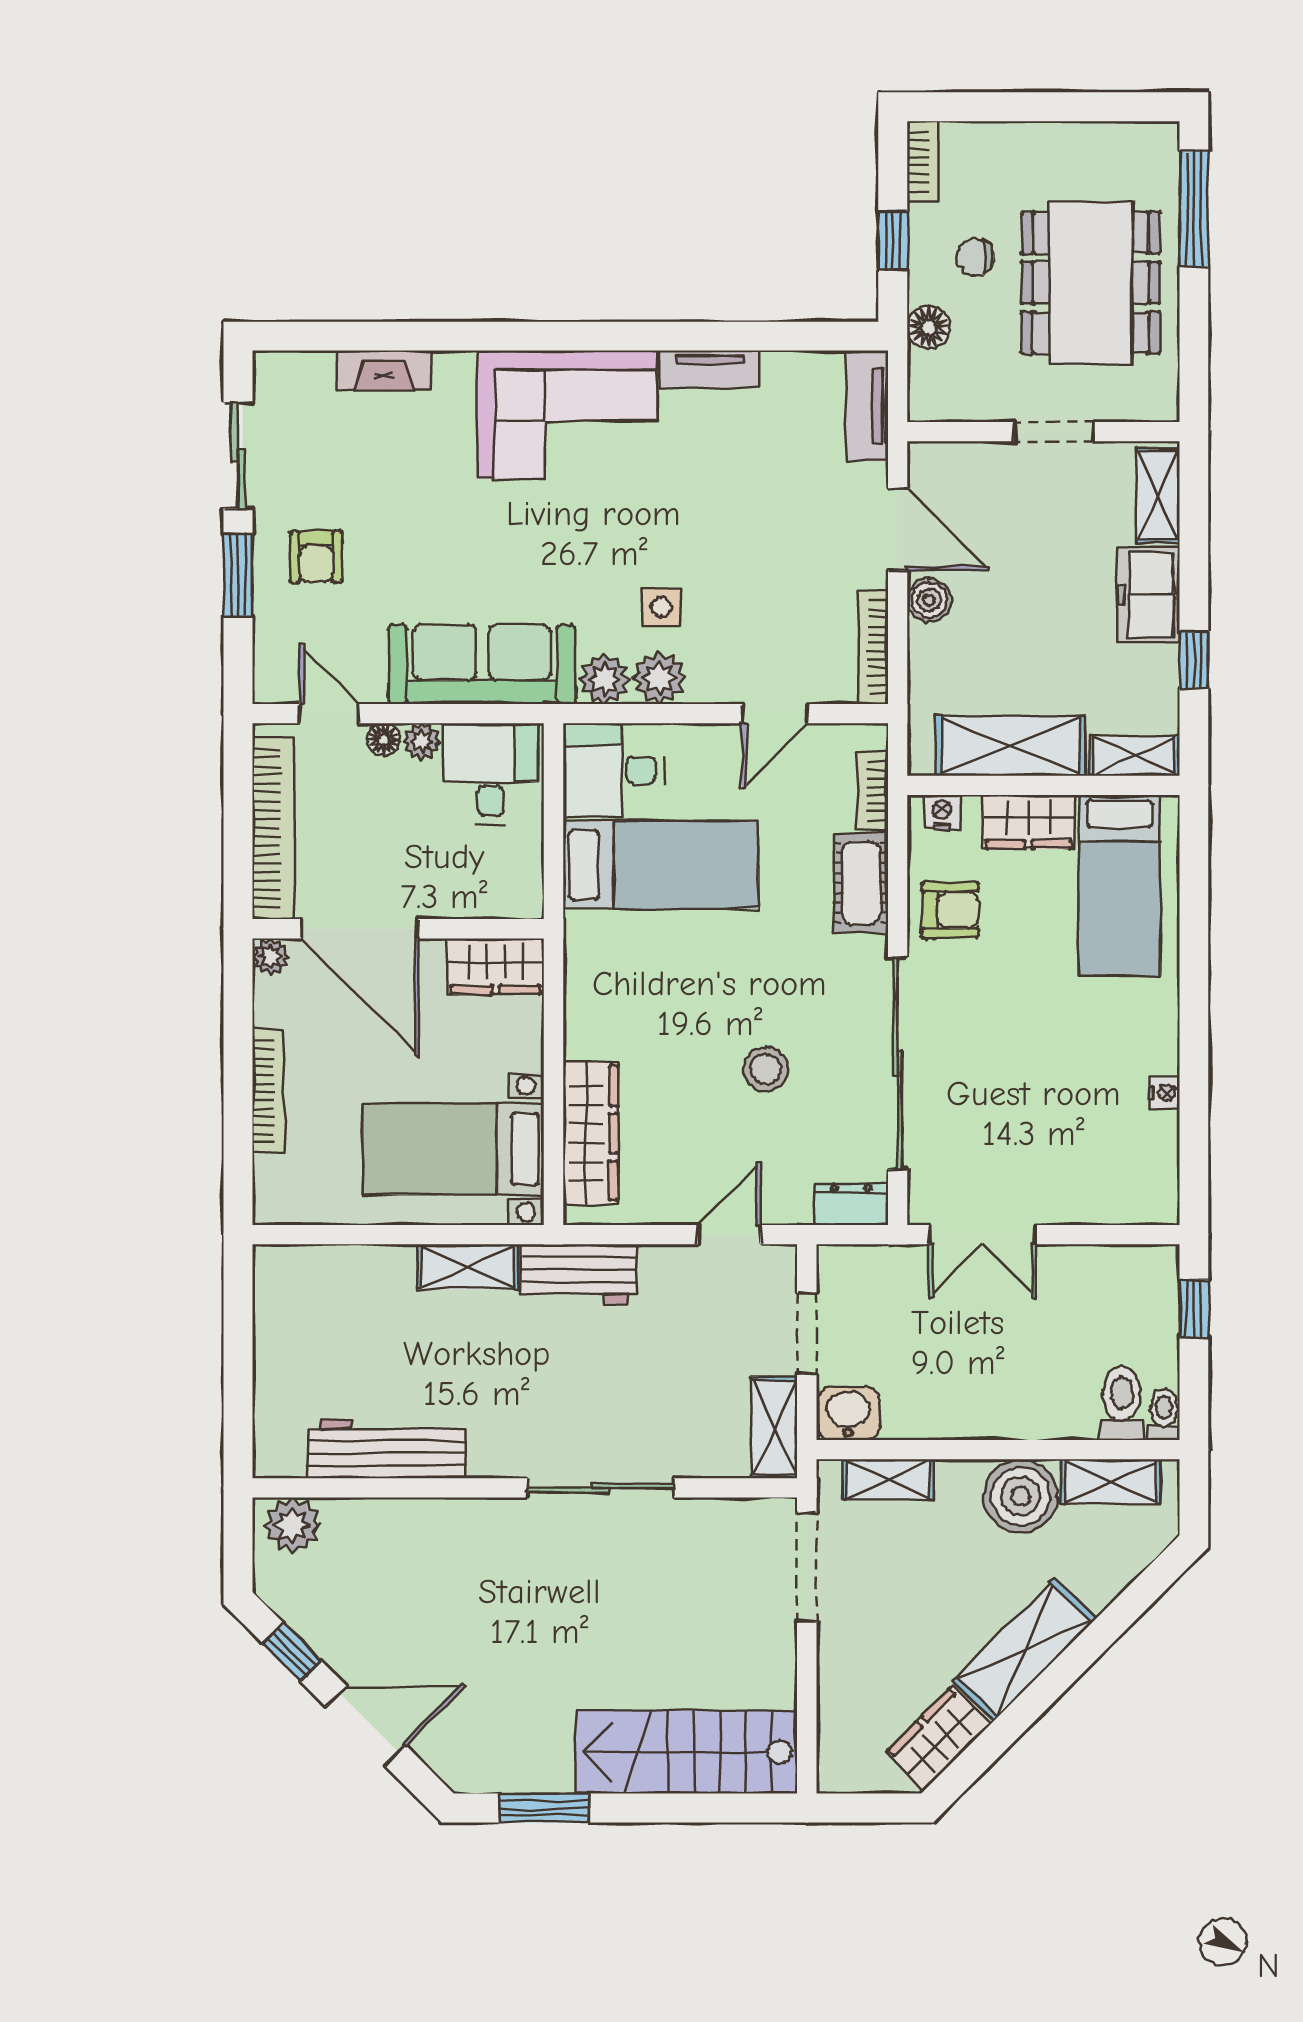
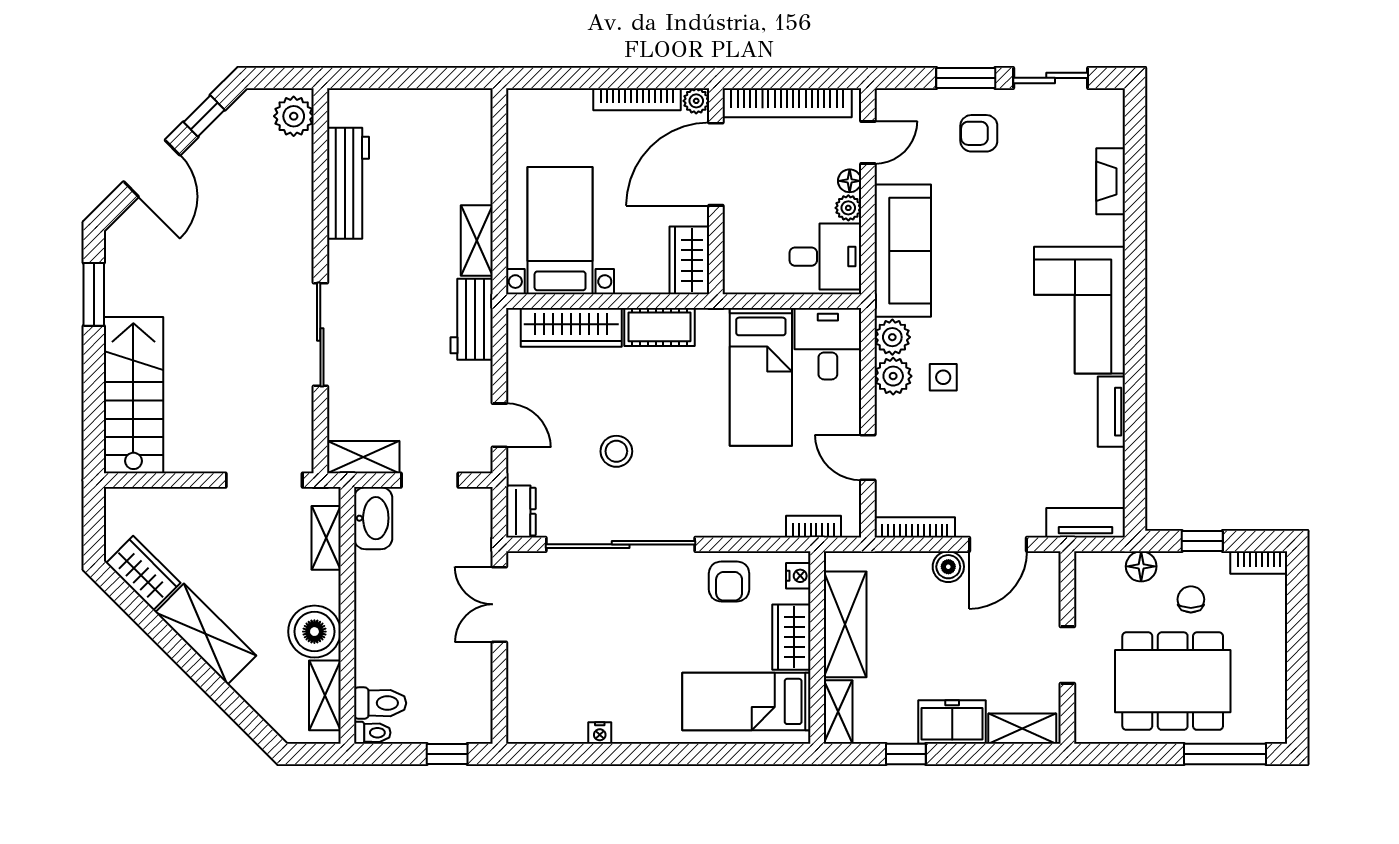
cot: (861, 883) -> (659, 327), moved
bookcase: (268, 1092) -> (637, 99), moved
washbasin: (848, 1413) -> (373, 518), width x1.38

